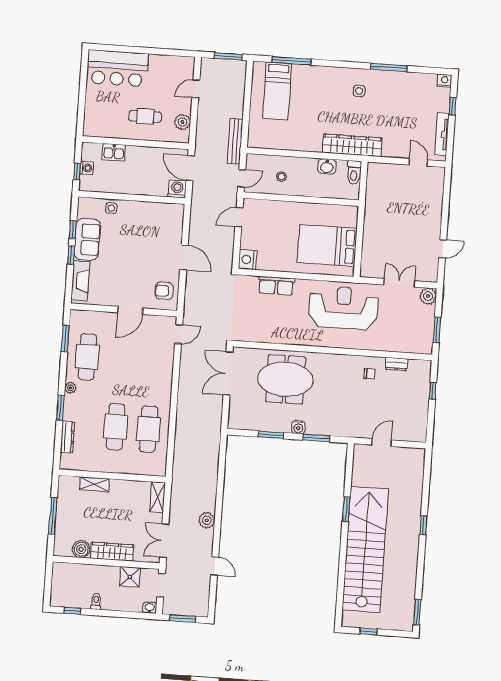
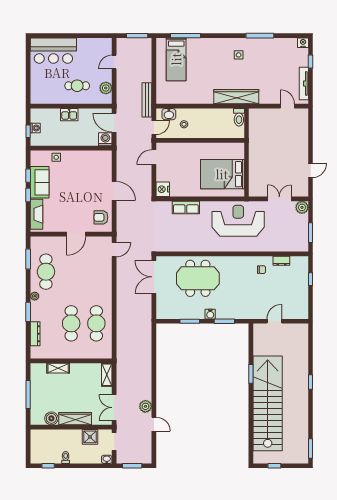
kitchen sink: (114, 152) -> (69, 115), moved
washbasin: (327, 166) -> (169, 114), moved
plant: (207, 520) -> (145, 406), moved

